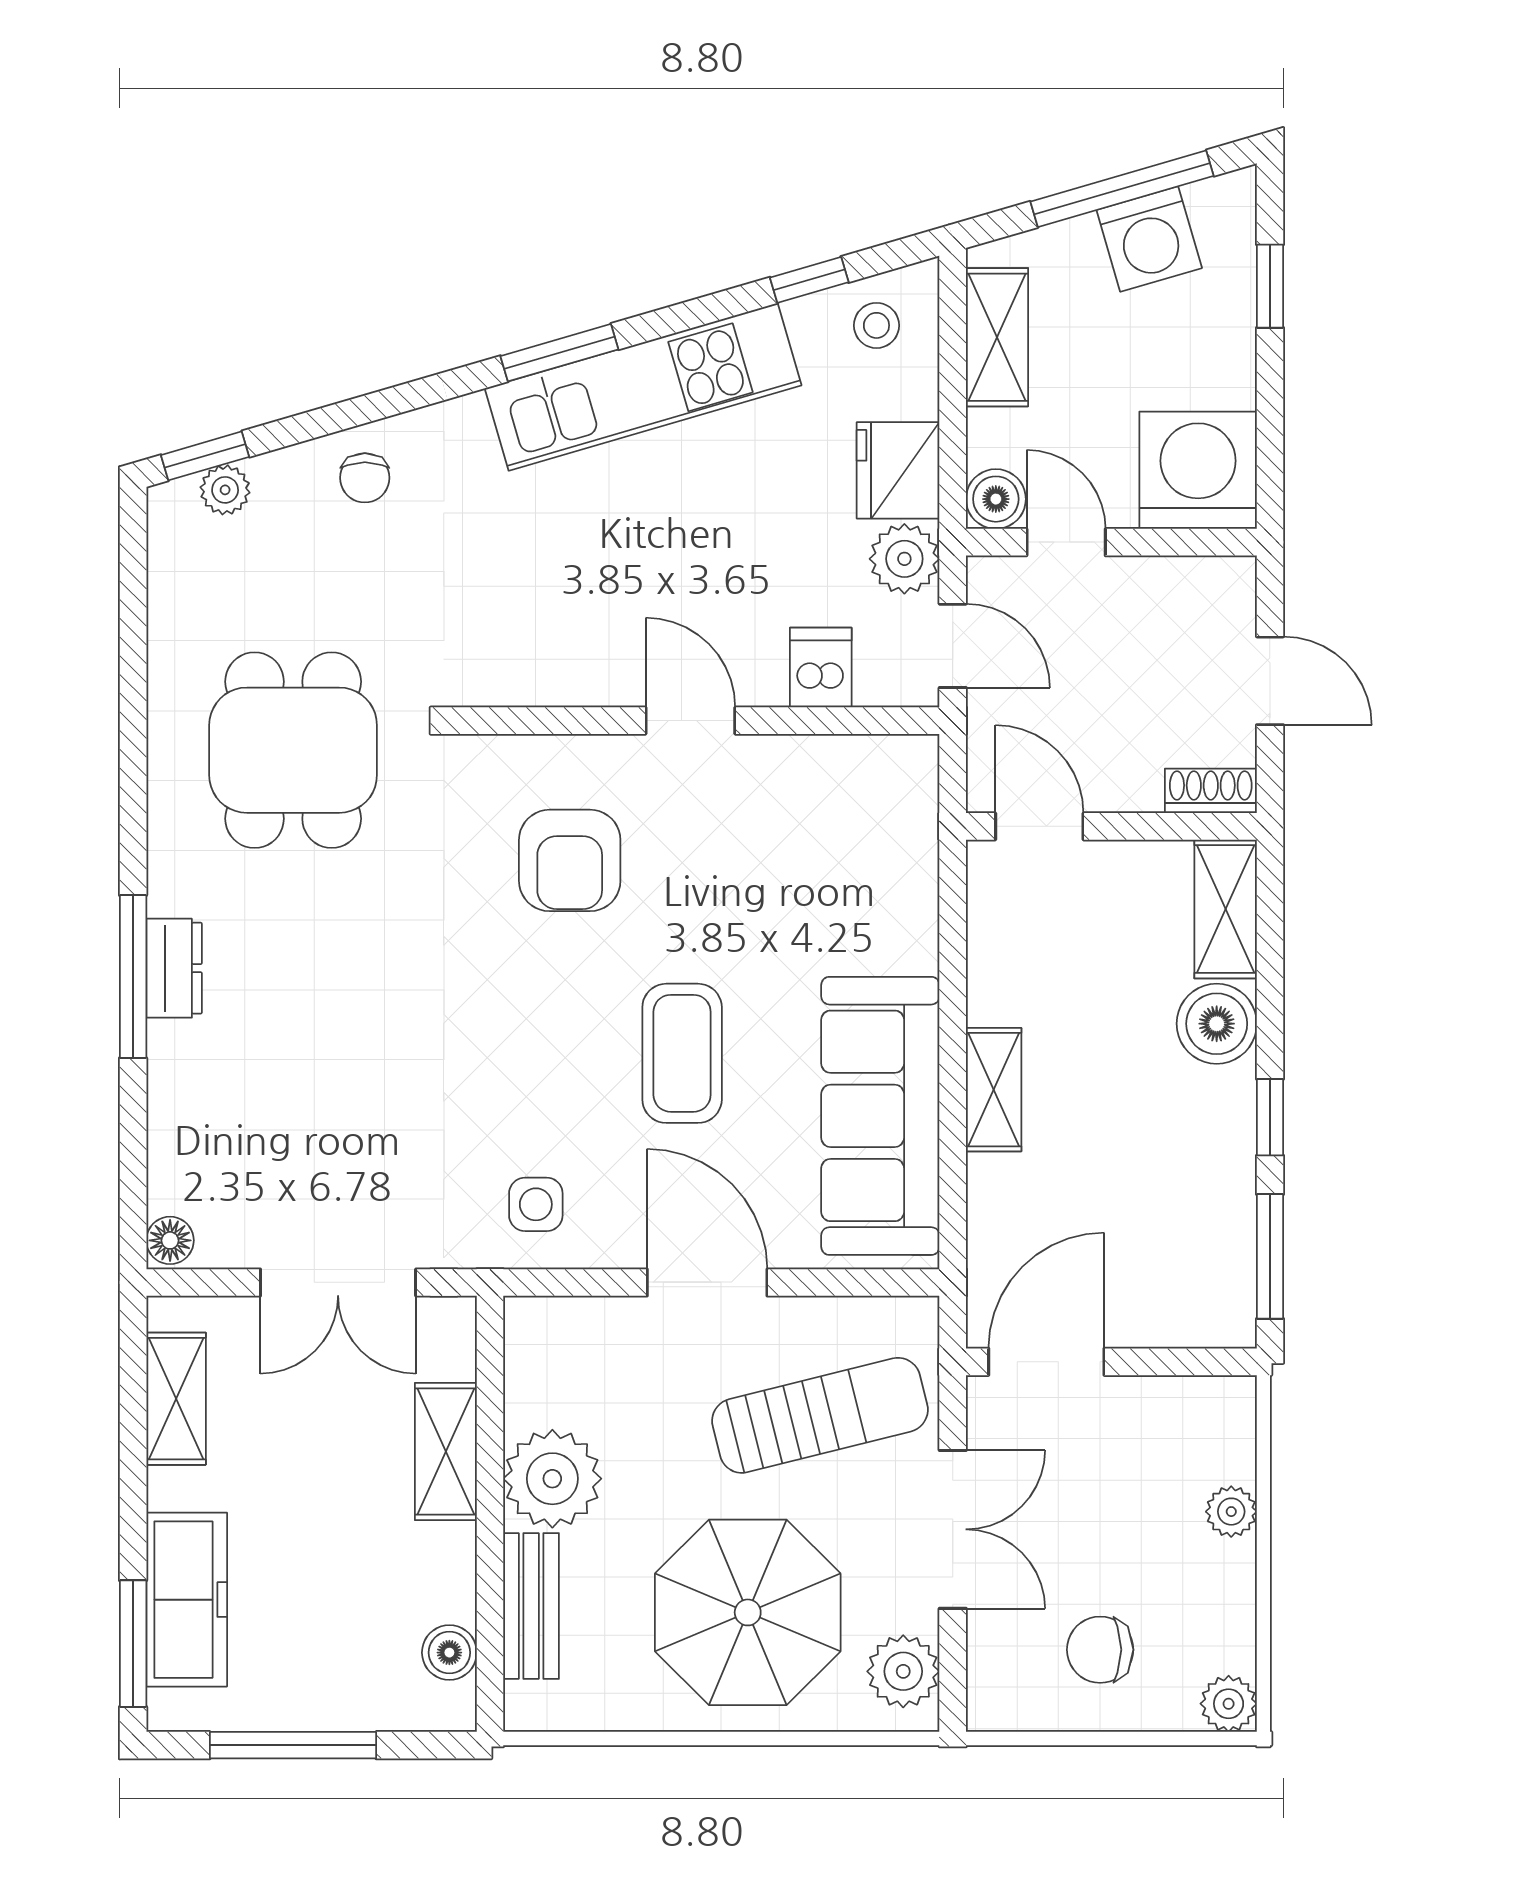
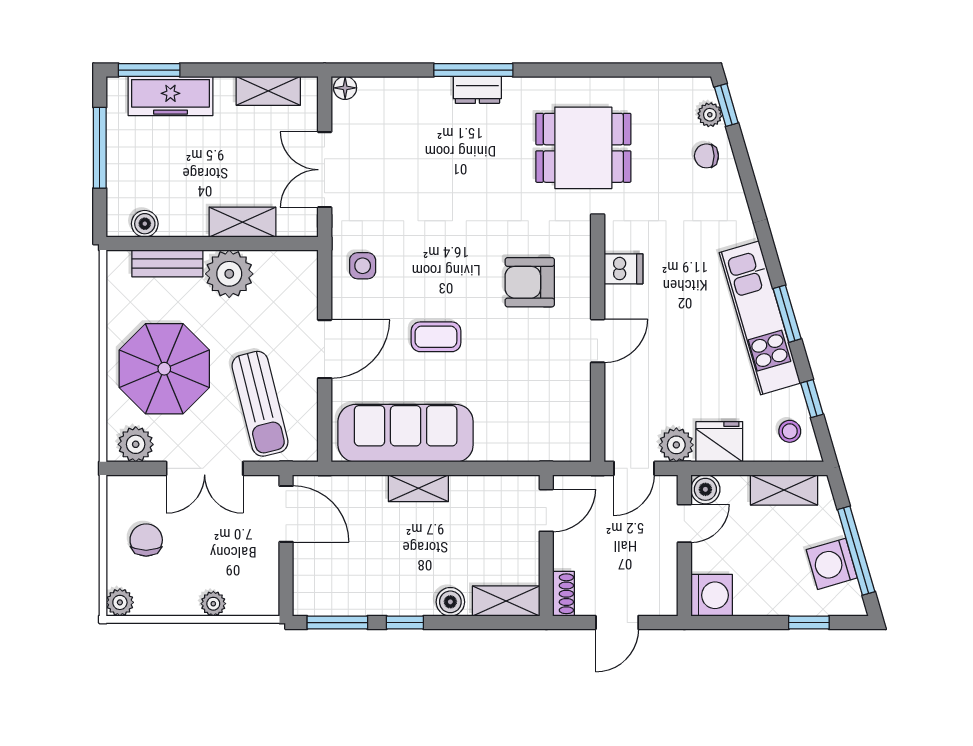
window: (559, 353) -> (787, 314), moved
washing machine: (1198, 470) -> (712, 595), width x0.73, depth x0.73
chair: (365, 478) -> (706, 156), moved
dishwasher: (821, 668) -> (623, 269), moved
boiler: (1217, 1024) -> (450, 602), width x0.73, depth x0.73
coffee table: (682, 1053) -> (436, 337), width x0.73, depth x0.77

